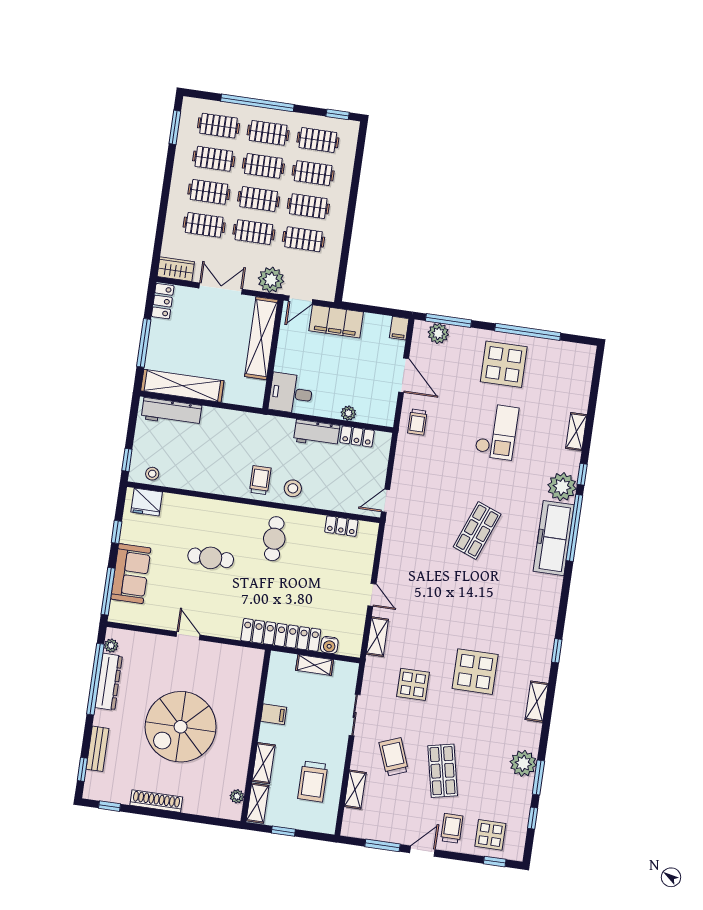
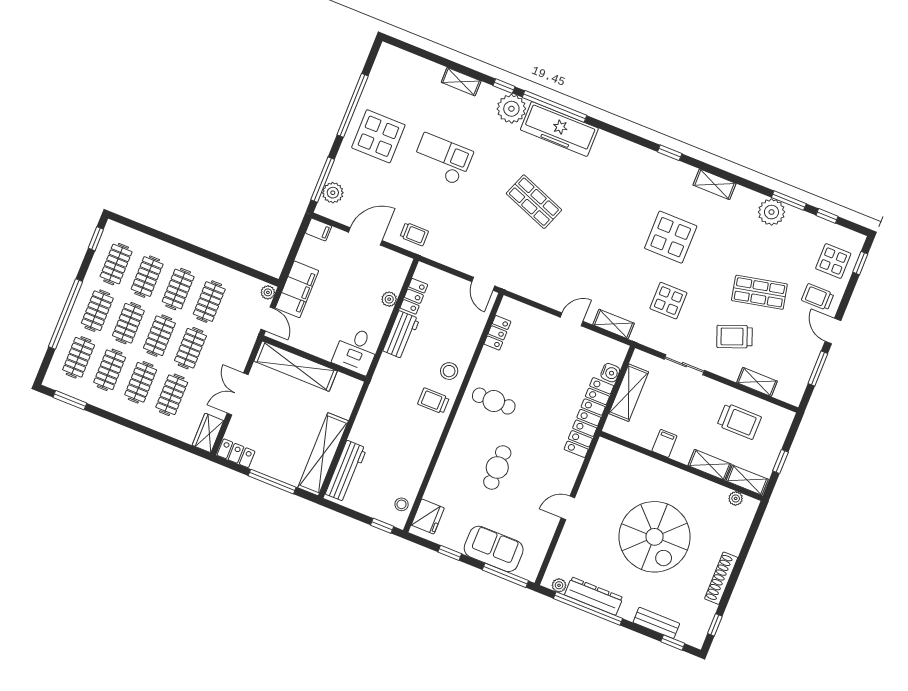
plant: (271, 280) -> (268, 292), moved, width x0.53, depth x0.53
shelving: (315, 665) -> (629, 393), width x1.50, depth x1.33

